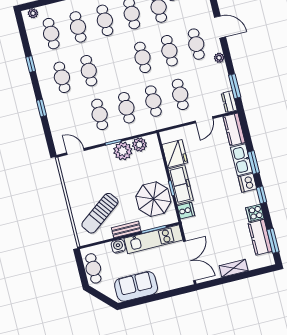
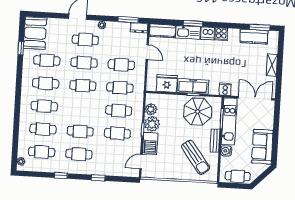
barbecue: (100, 156) -> (150, 144), added
window: (262, 195) -> (221, 25), removed
cooker: (186, 211) -> (225, 89), moved
cooker: (255, 213) -> (221, 34), moved

